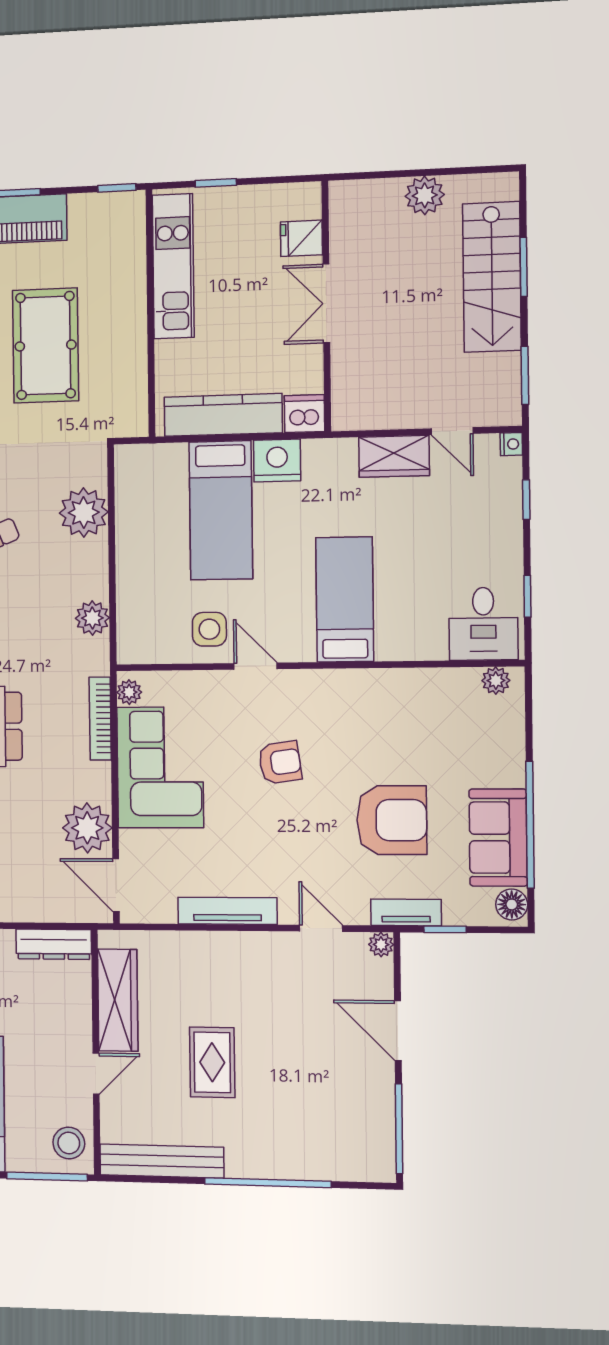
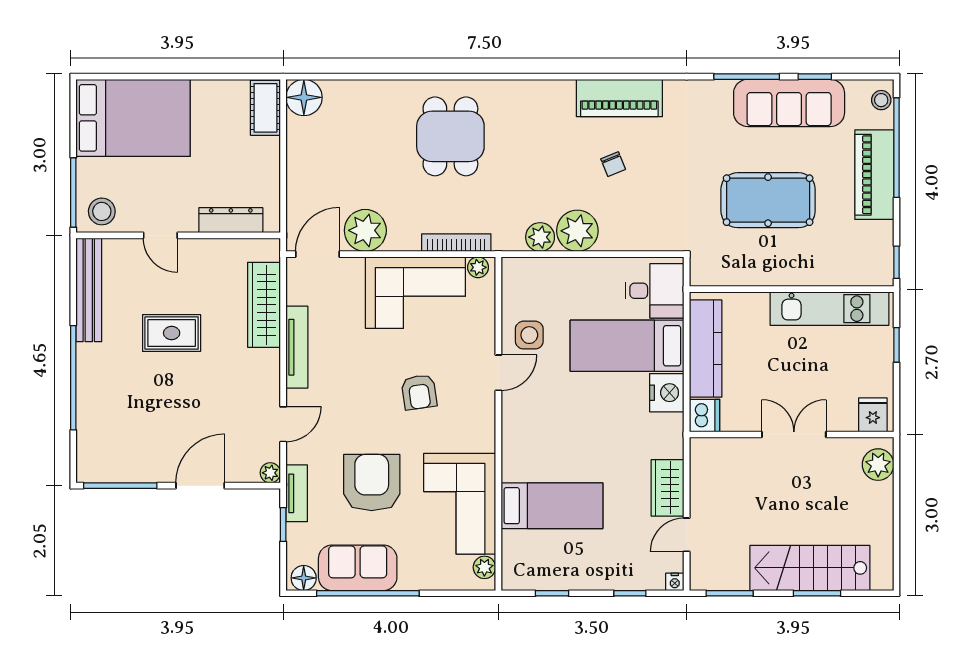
plant: (425, 195) -> (878, 465), moved
fridge: (301, 238) -> (873, 415), moved
plant: (84, 513) -> (577, 231), moved
bed: (345, 599) -> (552, 506), moved
desk: (483, 624) -> (655, 291), moved, turned 180
corner sofa: (417, 712) -> (460, 504), added
armchair: (392, 820) -> (372, 483), turned 180
dresser: (54, 944) -> (231, 220), moved, turned 90
wardrobe: (118, 1000) -> (264, 305), moved, turned 90

